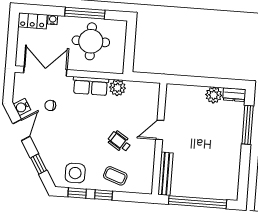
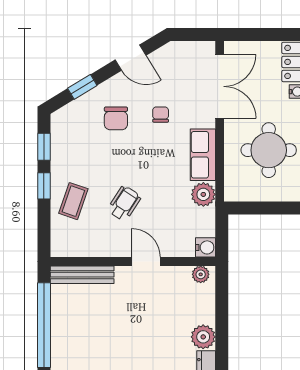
plant: (171, 94) -> (201, 274), added
chair: (50, 105) -> (161, 115), moved
water cooler: (22, 107) -> (205, 247), moved, turned 121
chair: (62, 143) -> (116, 118), added
side table: (75, 173) -> (73, 142), removed

